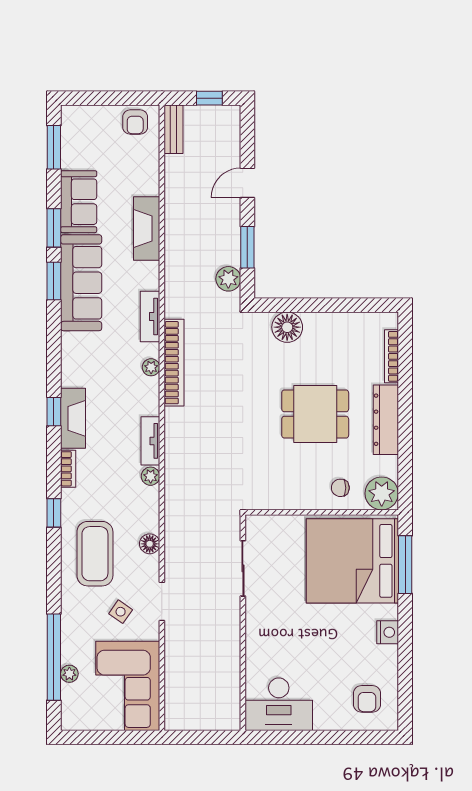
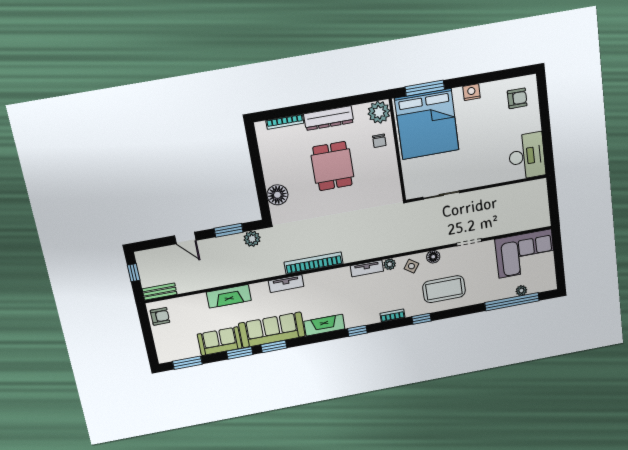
plant: (151, 367) -> (319, 277), removed
fireplace: (73, 418) -> (324, 325), moved
side table: (121, 612) -> (411, 266), moved

